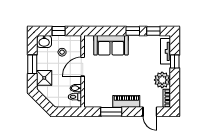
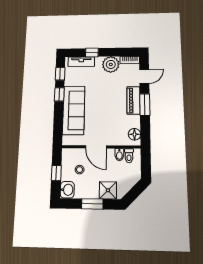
sofa: (111, 45) -> (74, 110), width x1.36
floor lamp: (94, 102) -> (134, 134), added
window: (111, 112) -> (145, 105), moved

